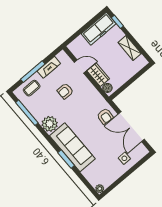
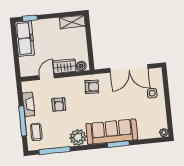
shelving: (130, 48) -> (72, 22), moved
armchair: (105, 116) -> (92, 87), moved

